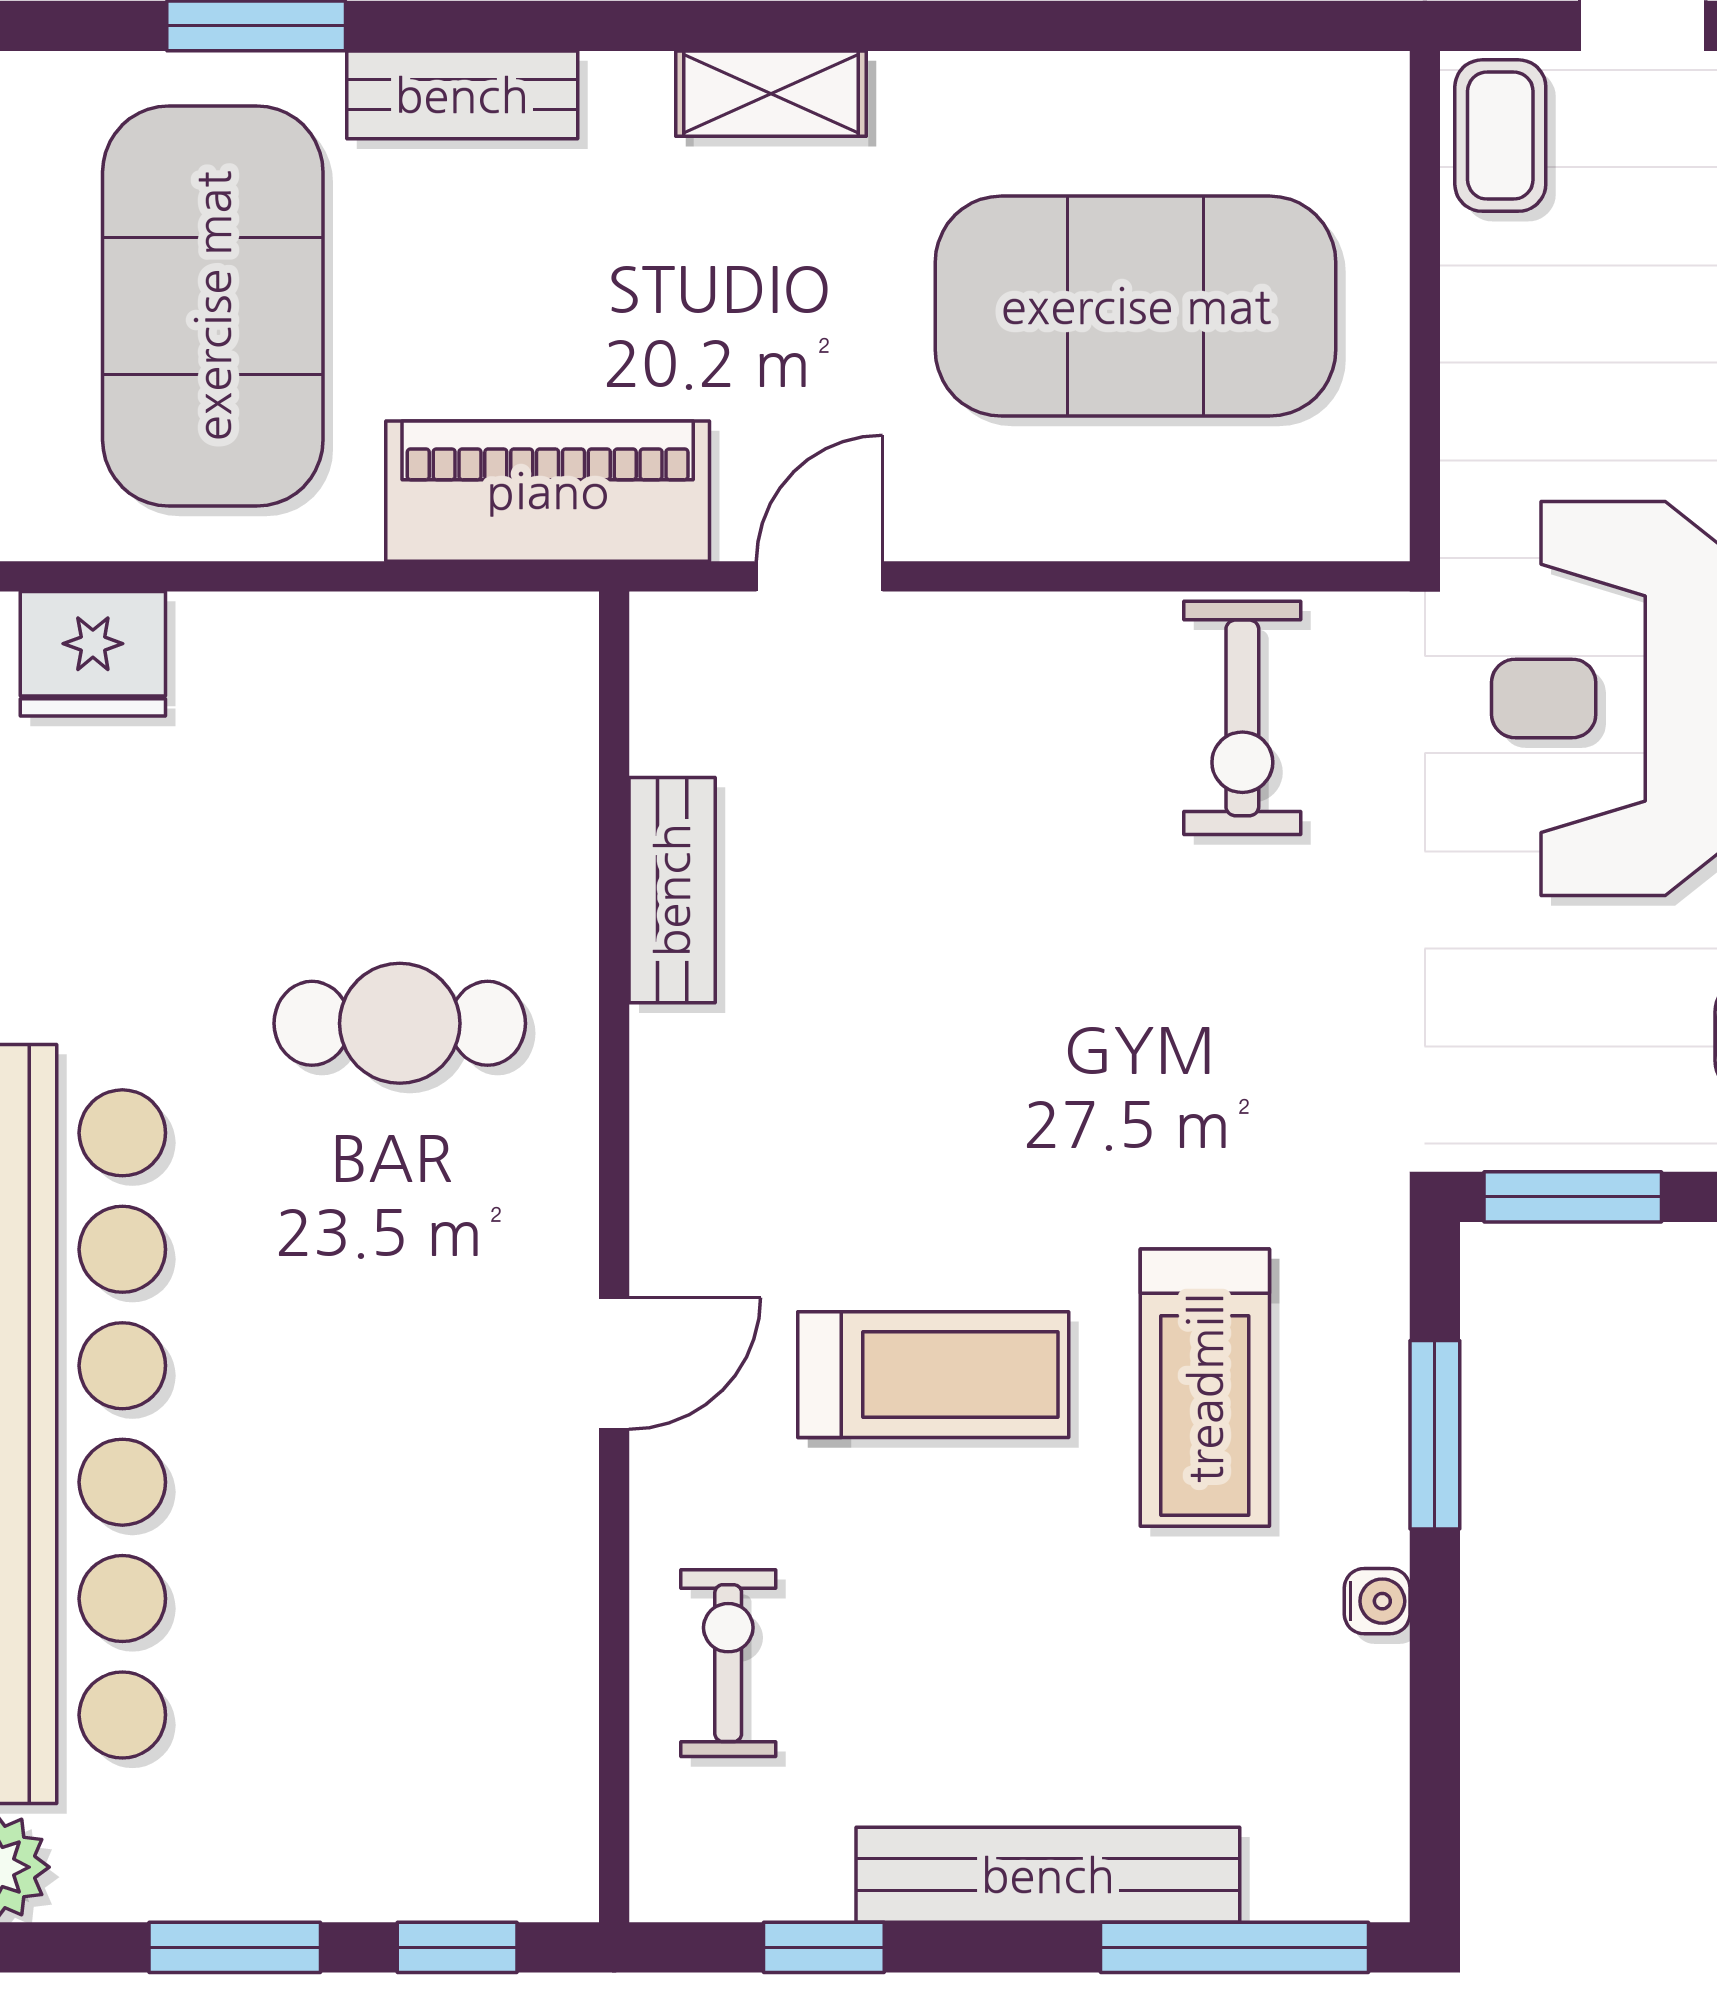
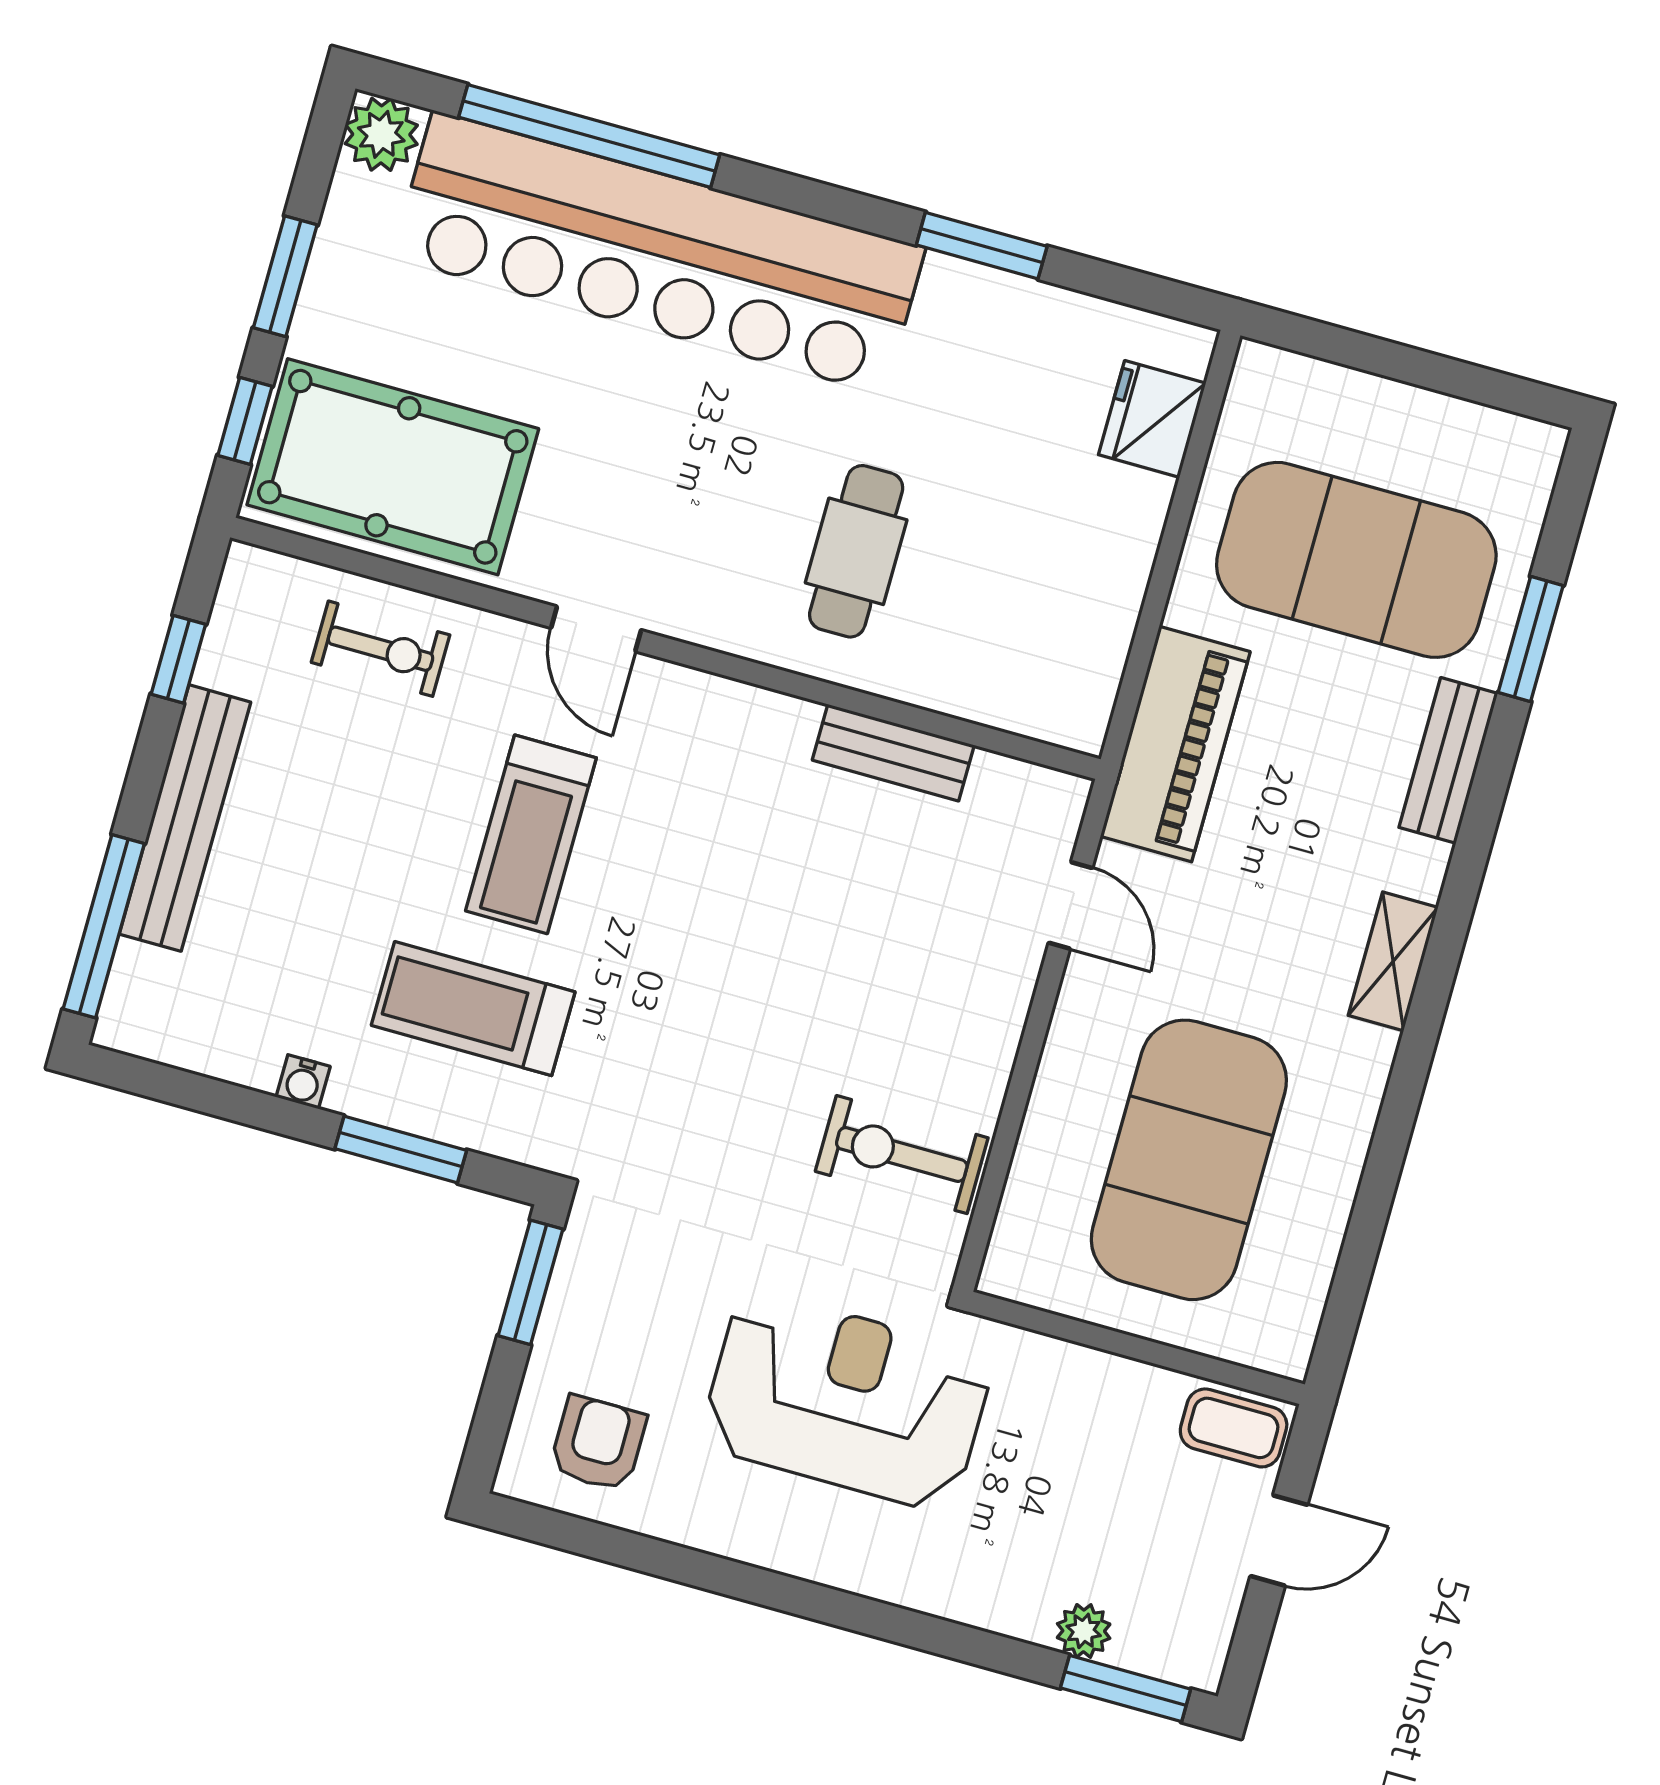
pool table: (464, 1718) -> (393, 467), added

